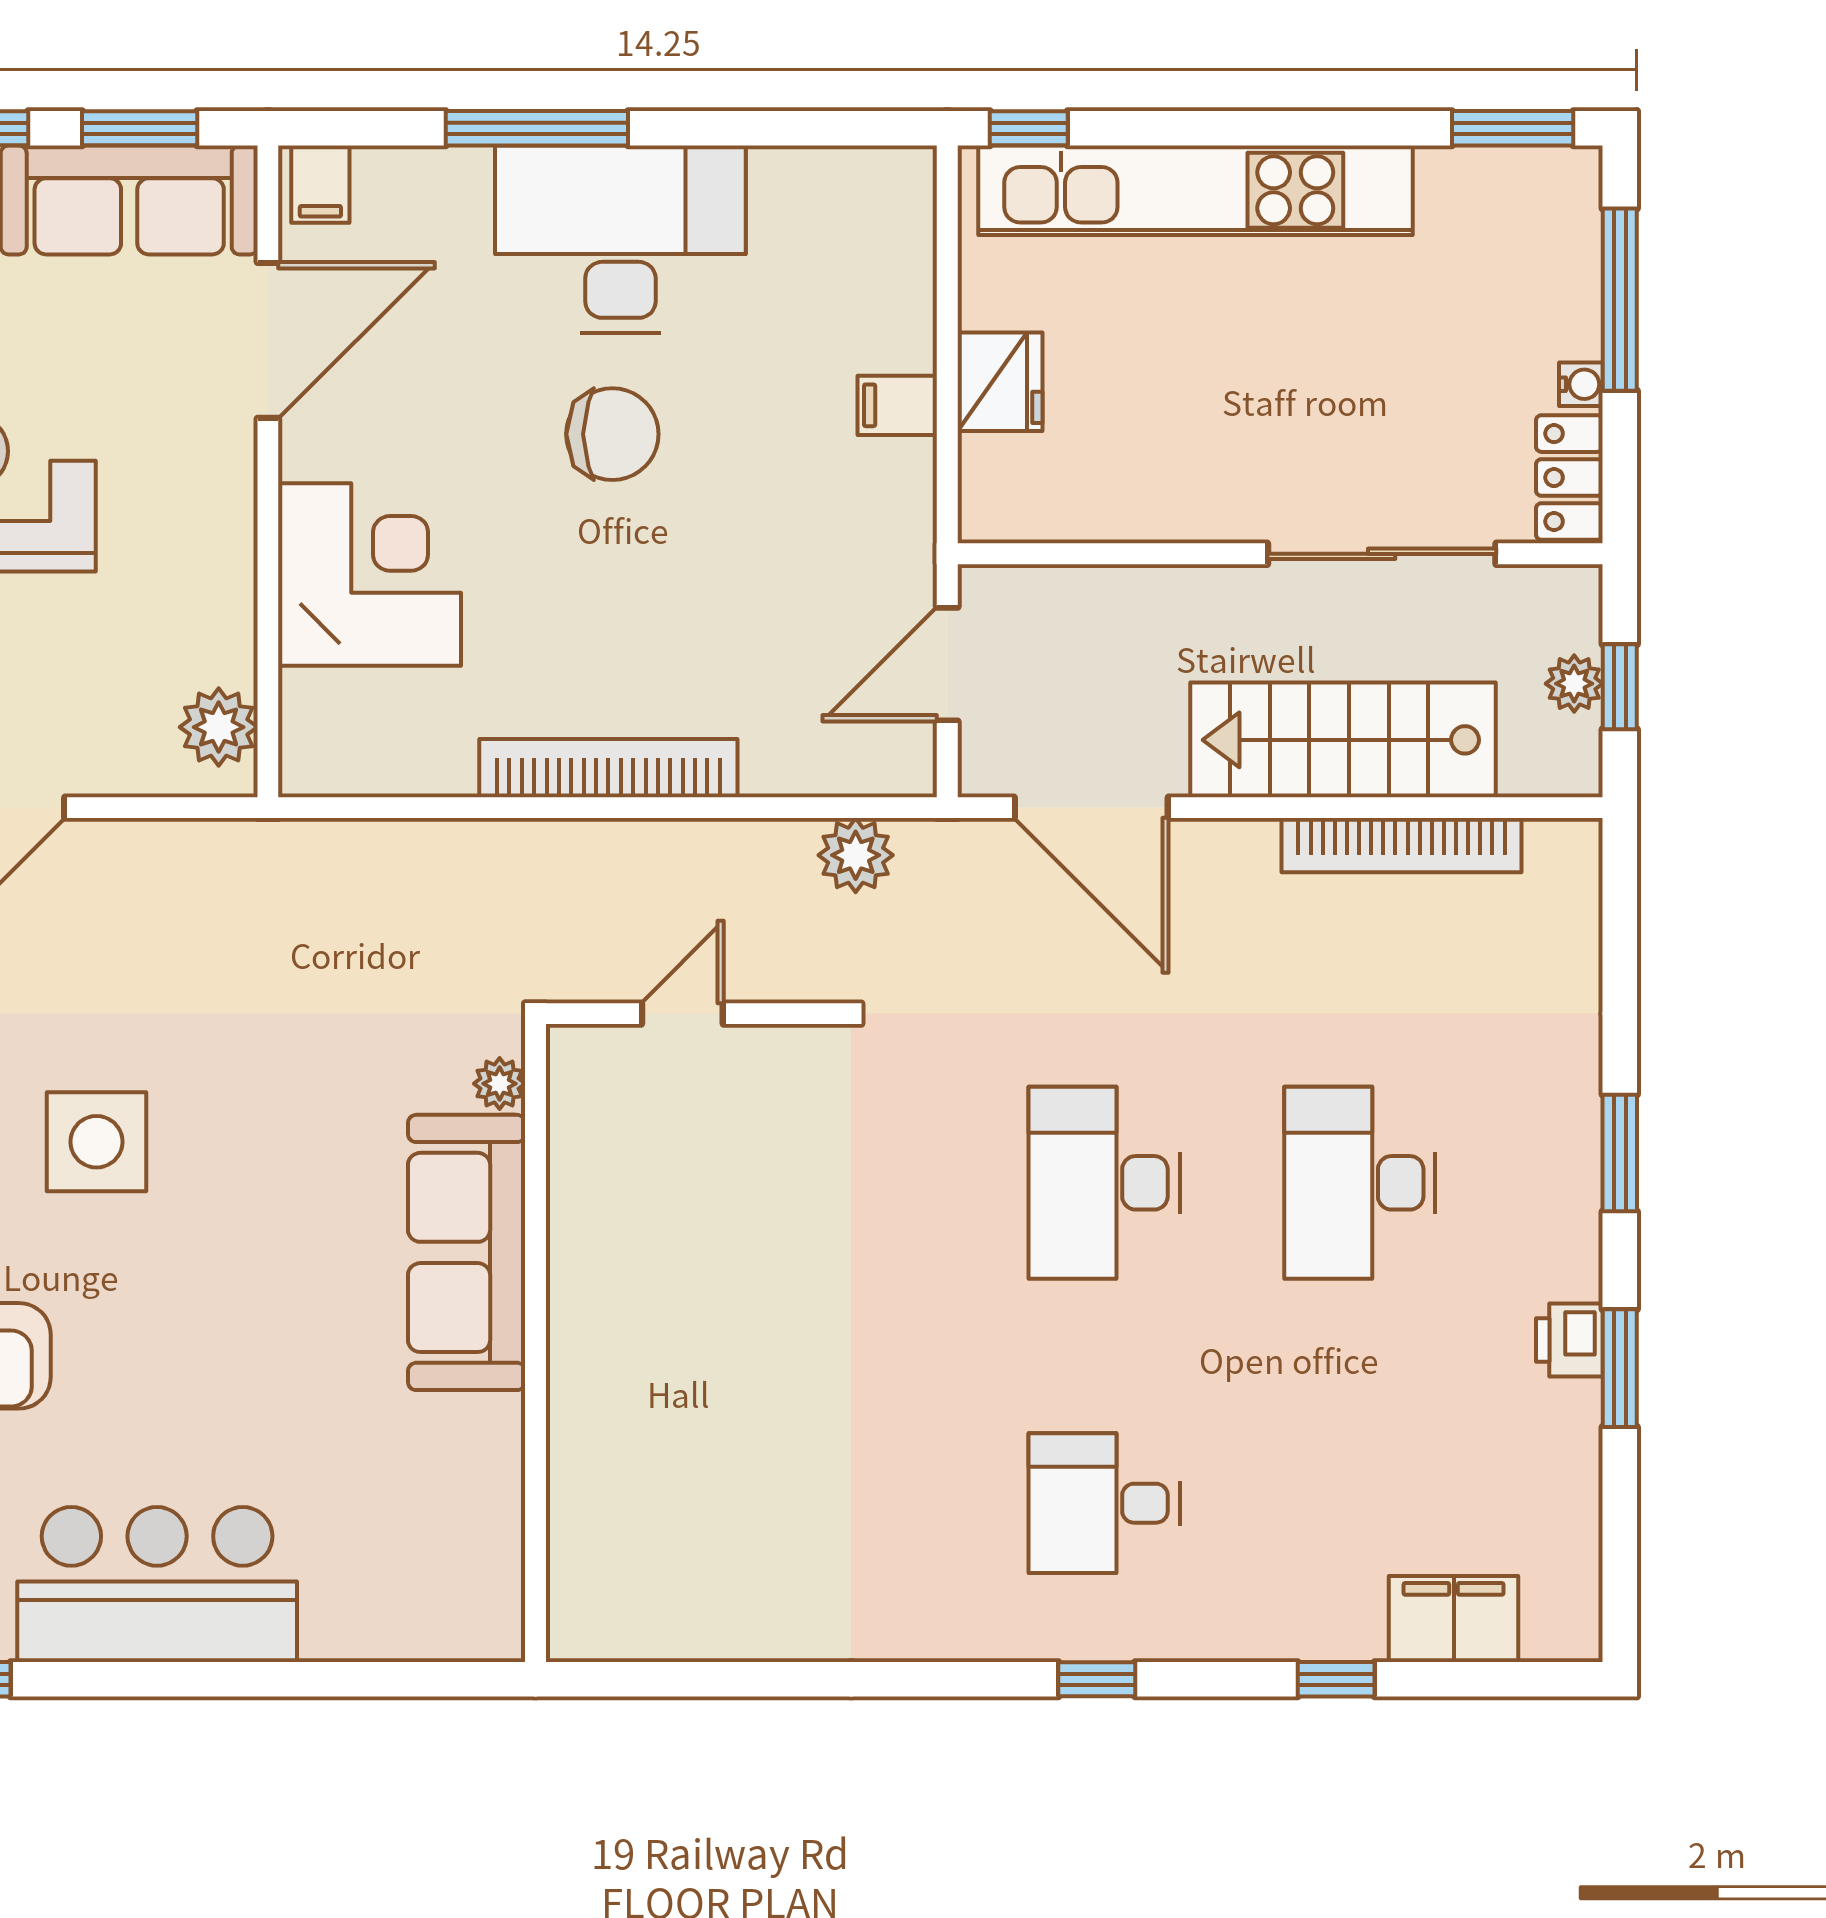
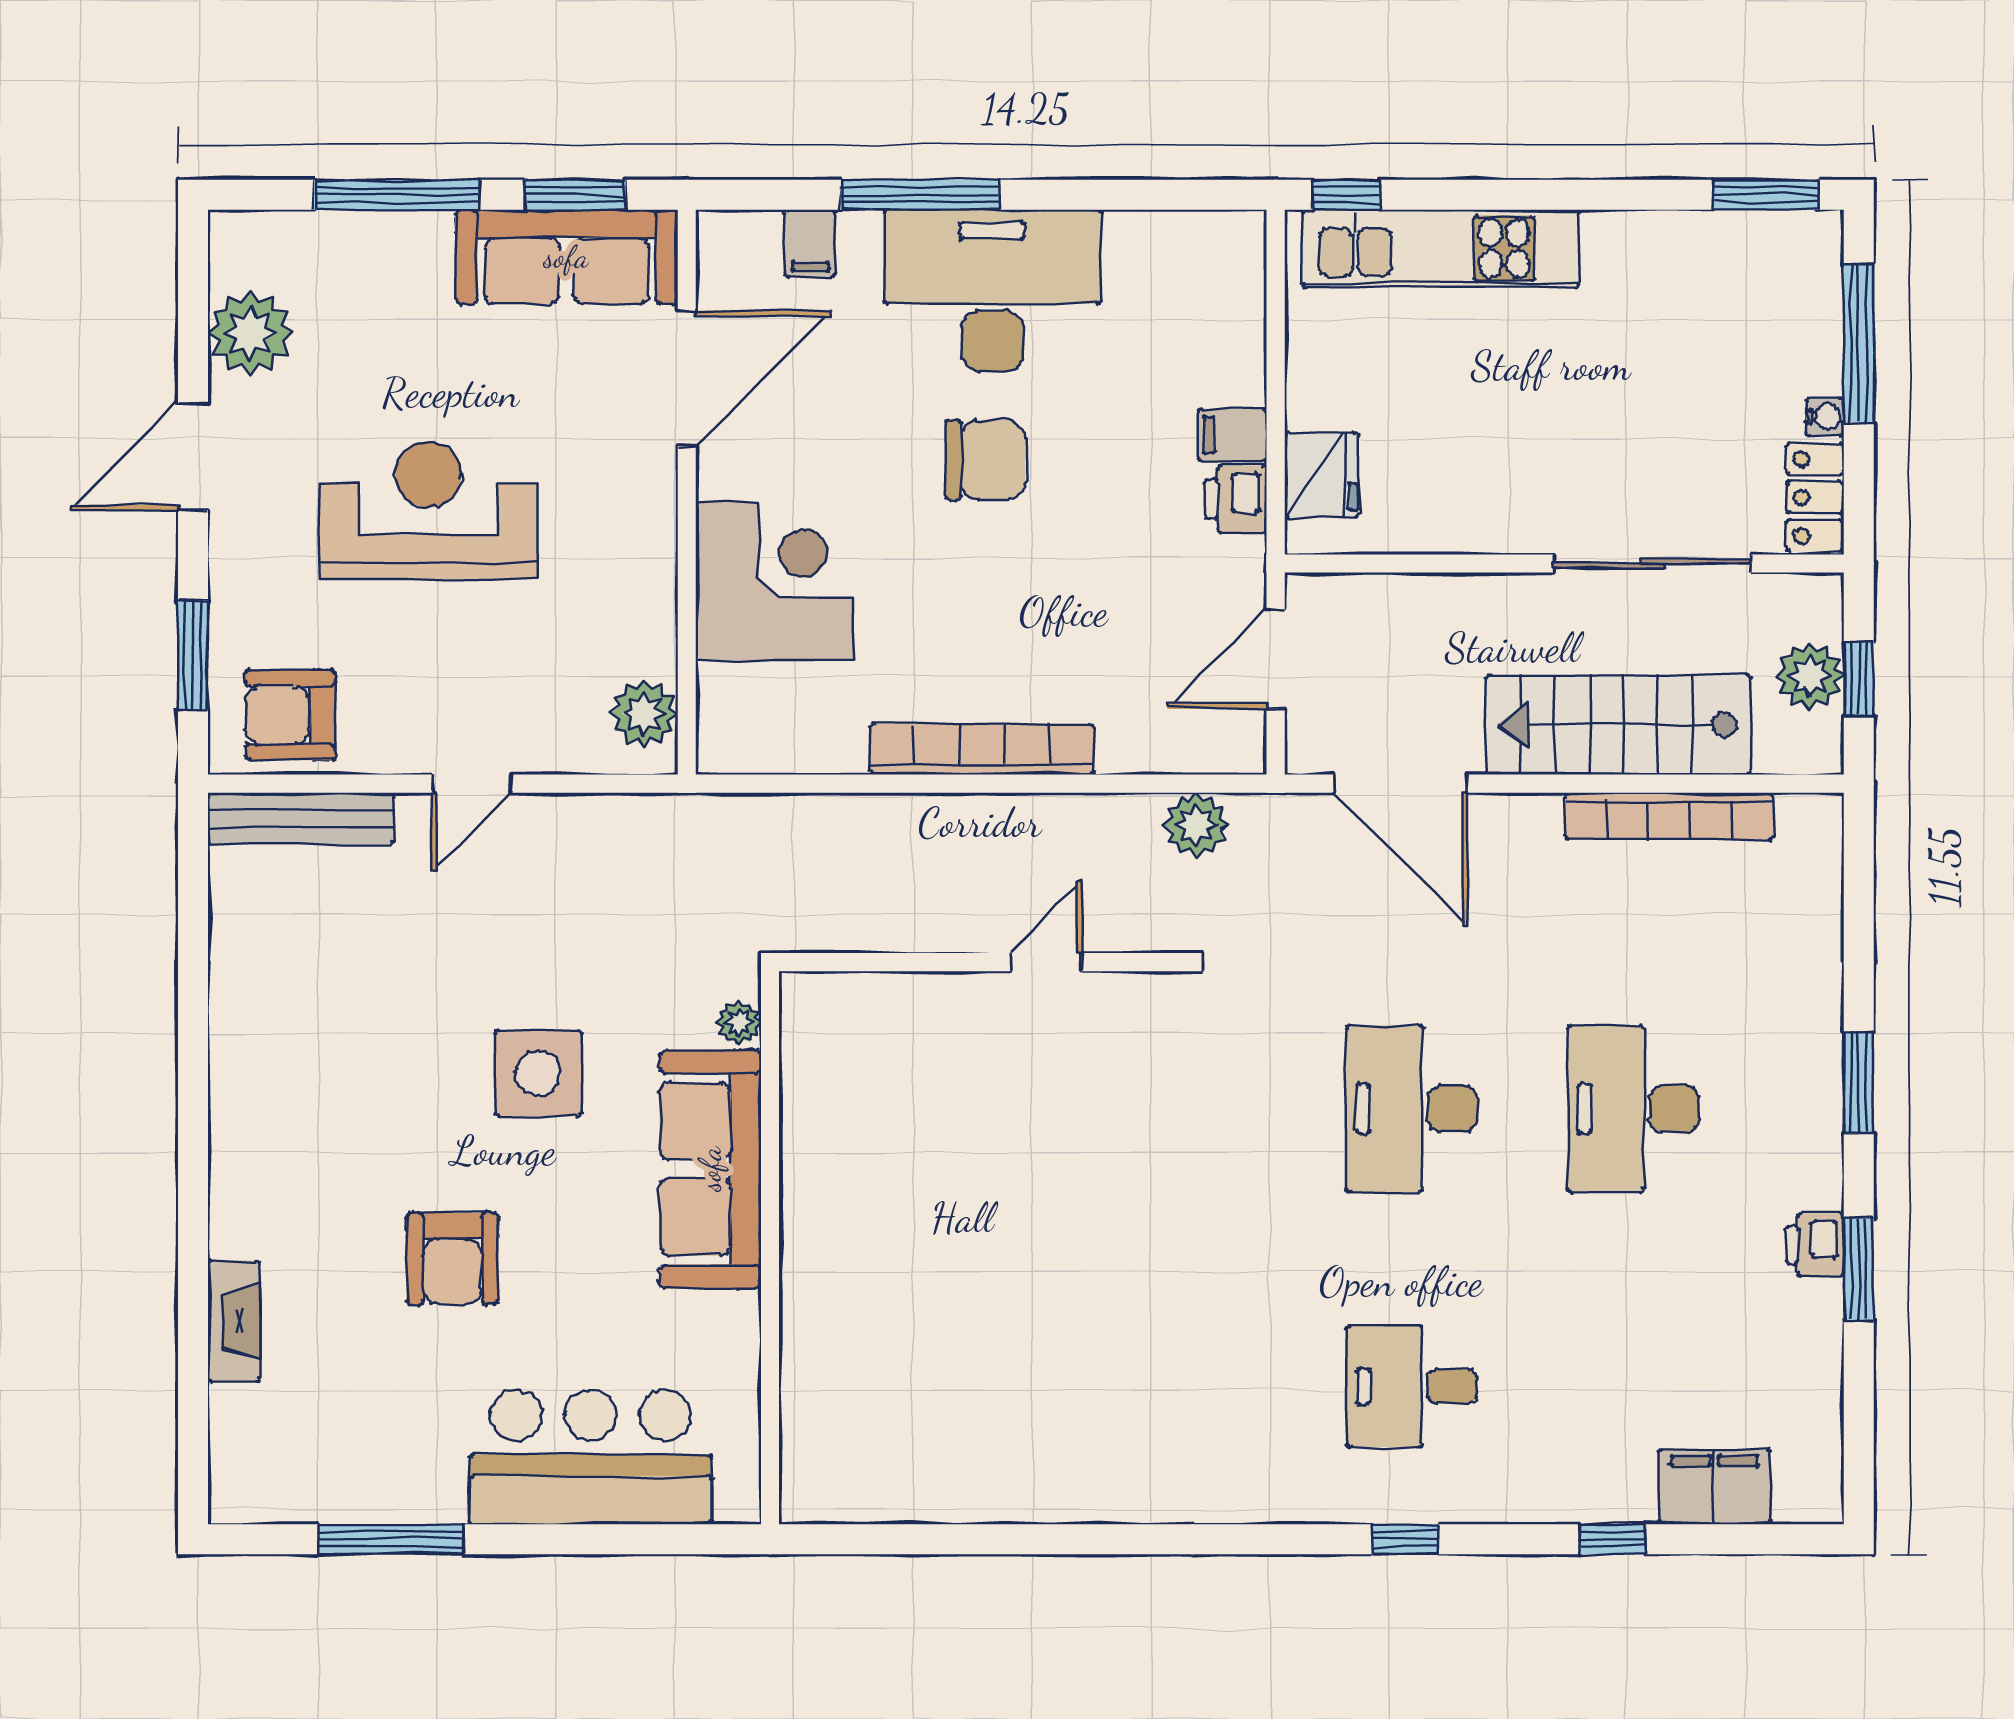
filing cabinet: (320, 184) -> (810, 243), moved
kitchen unit: (1195, 190) -> (1441, 248), width x0.73
fridge: (1000, 382) -> (1321, 475), moved
printer: (902, 479) -> (1236, 499), added
plant: (1574, 684) -> (1810, 676), width x1.38, depth x1.38
plant: (500, 1084) -> (739, 1023), moved
sofa: (467, 1252) -> (710, 1169), moved
wall: (535, 1343) -> (770, 1248), moved

